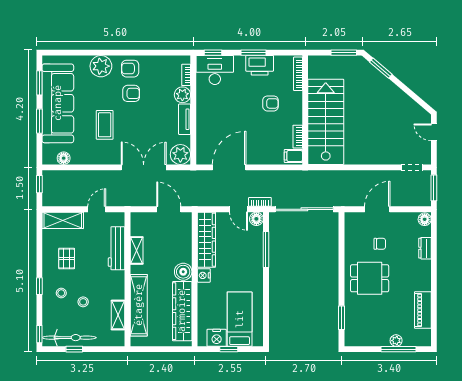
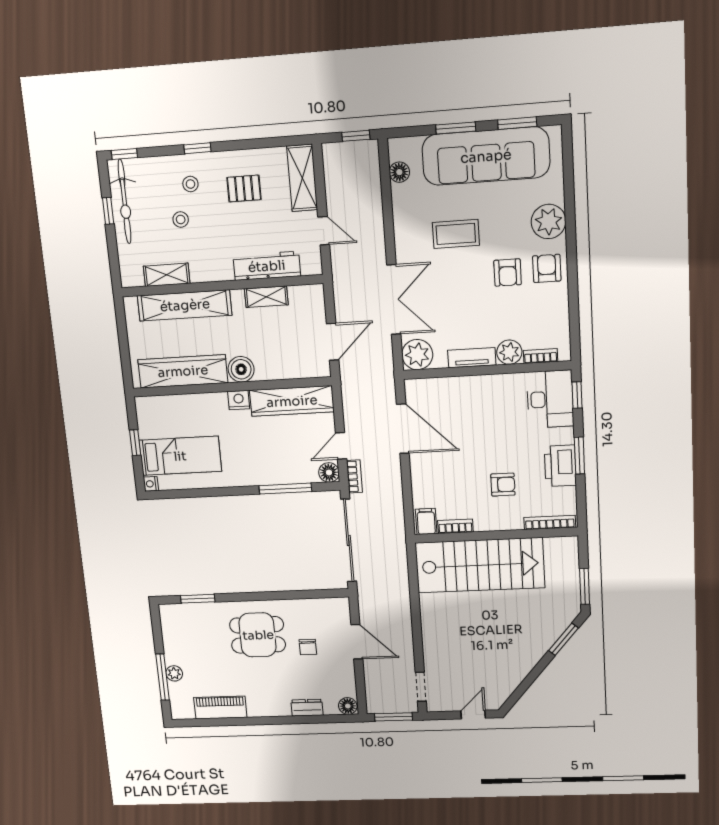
armchair: (271, 103) -> (503, 485), turned -90
dining table: (370, 278) -> (258, 635), turned 90
nightstand: (217, 338) -> (151, 484), moved, width x0.53, depth x0.56

